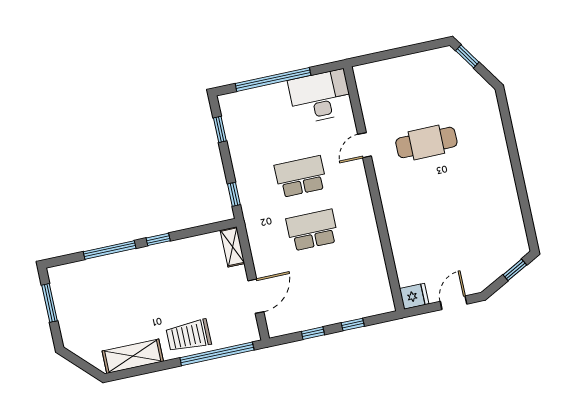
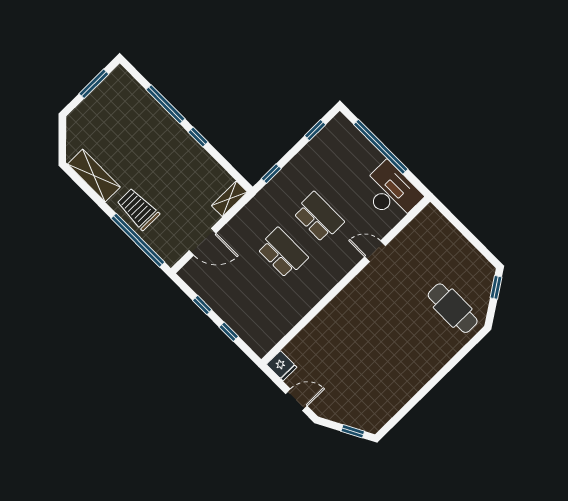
cafe table: (426, 142) -> (453, 308), moved

